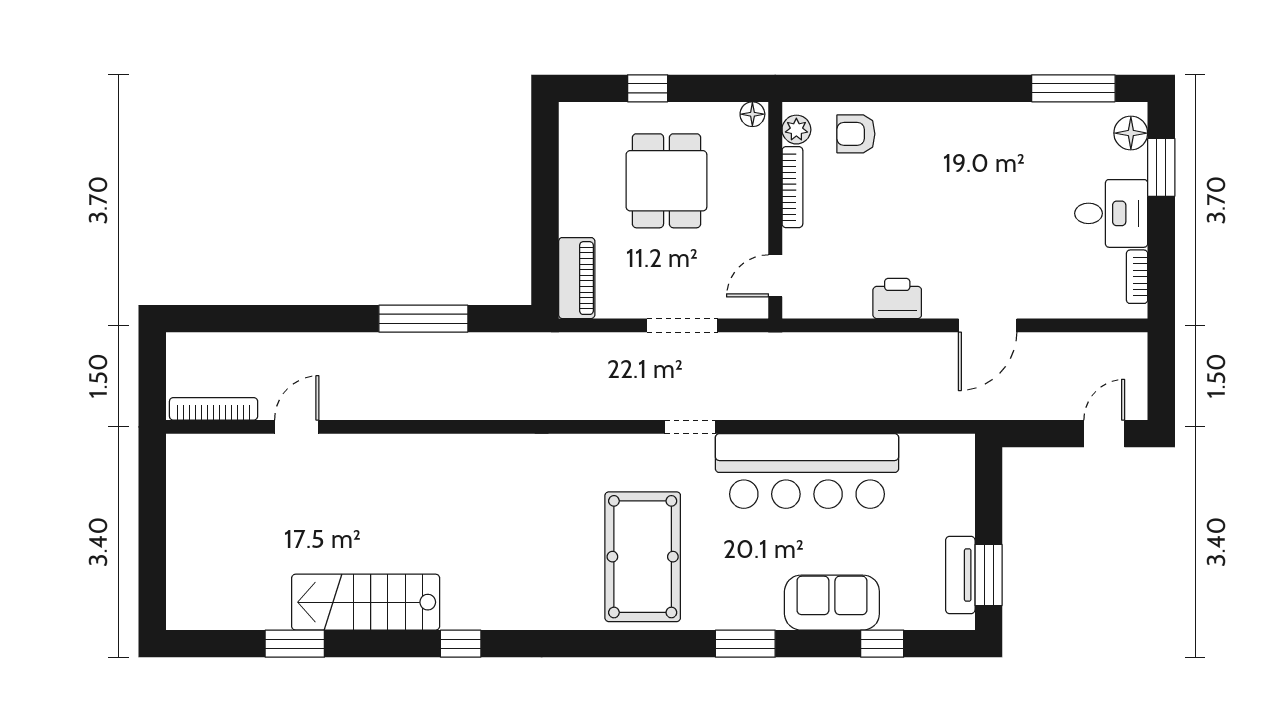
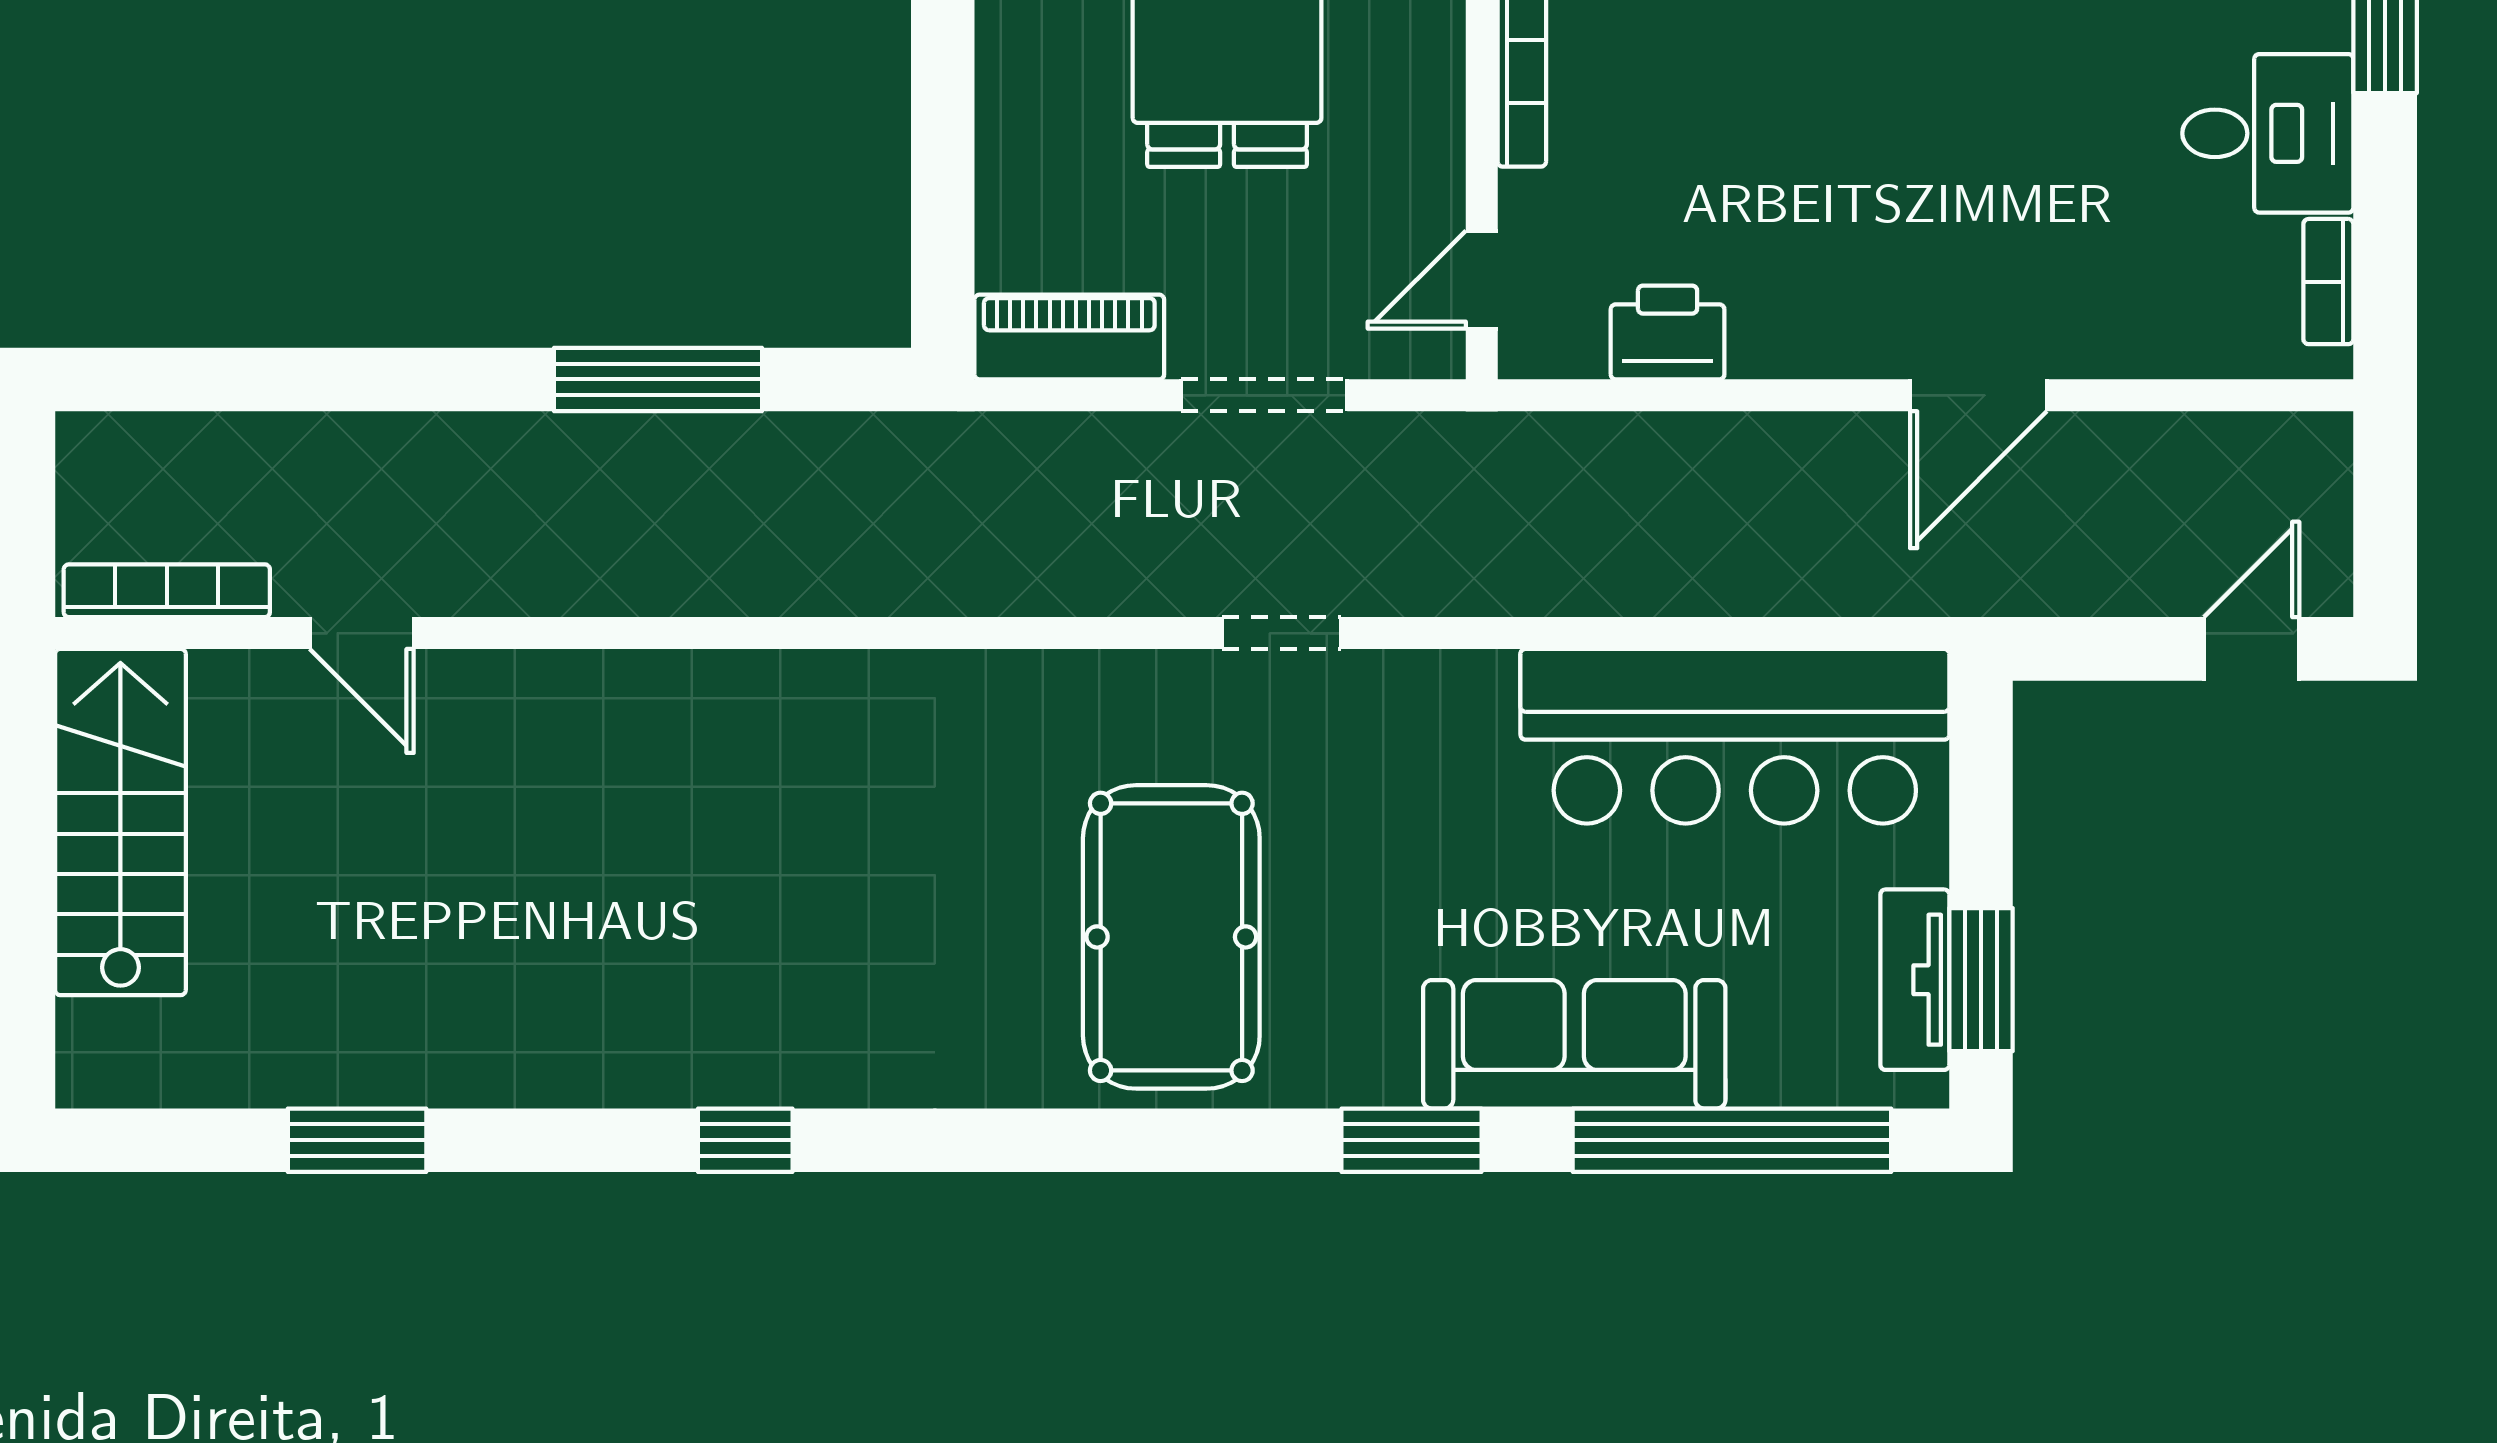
piano: (577, 278) -> (1069, 337), moved, turned -90
printer: (897, 298) -> (1668, 332), moved
door: (297, 427) -> (362, 633), swing flipped
bar counter: (807, 471) -> (1735, 736), moved
stairs: (366, 602) -> (120, 822), moved, turned 90
sofa: (832, 603) -> (1574, 1044), width x1.36
window: (882, 644) -> (1732, 1140), width x3.17

